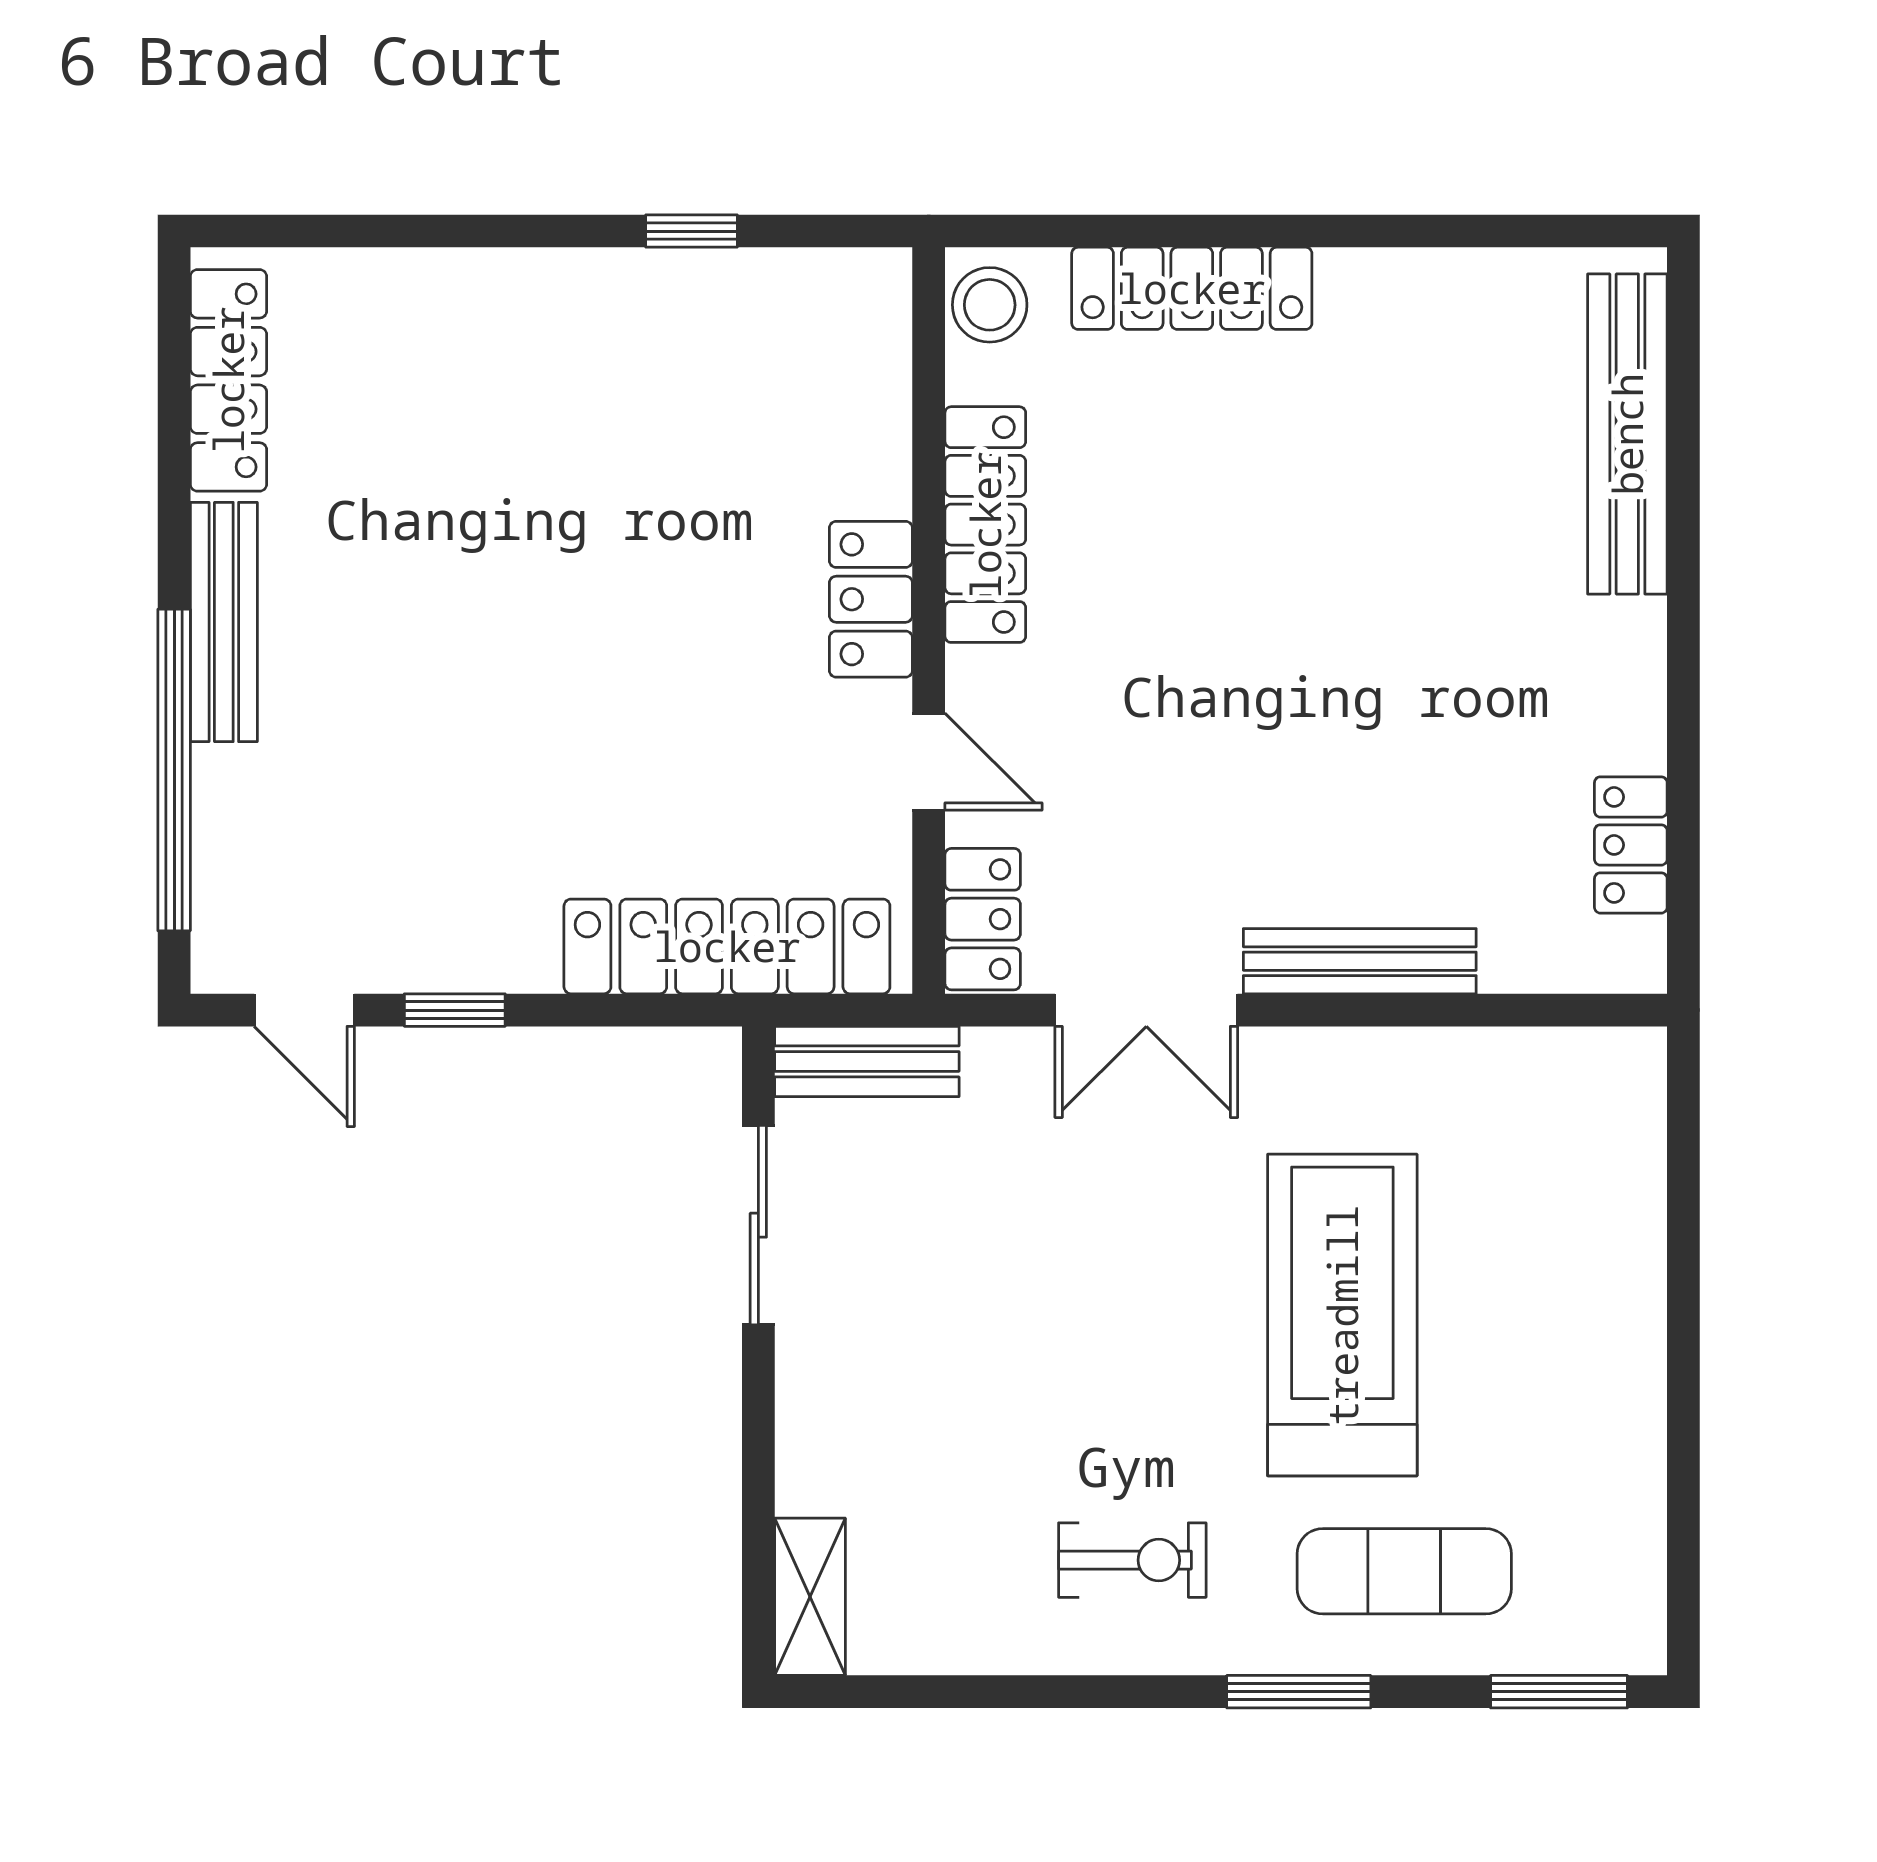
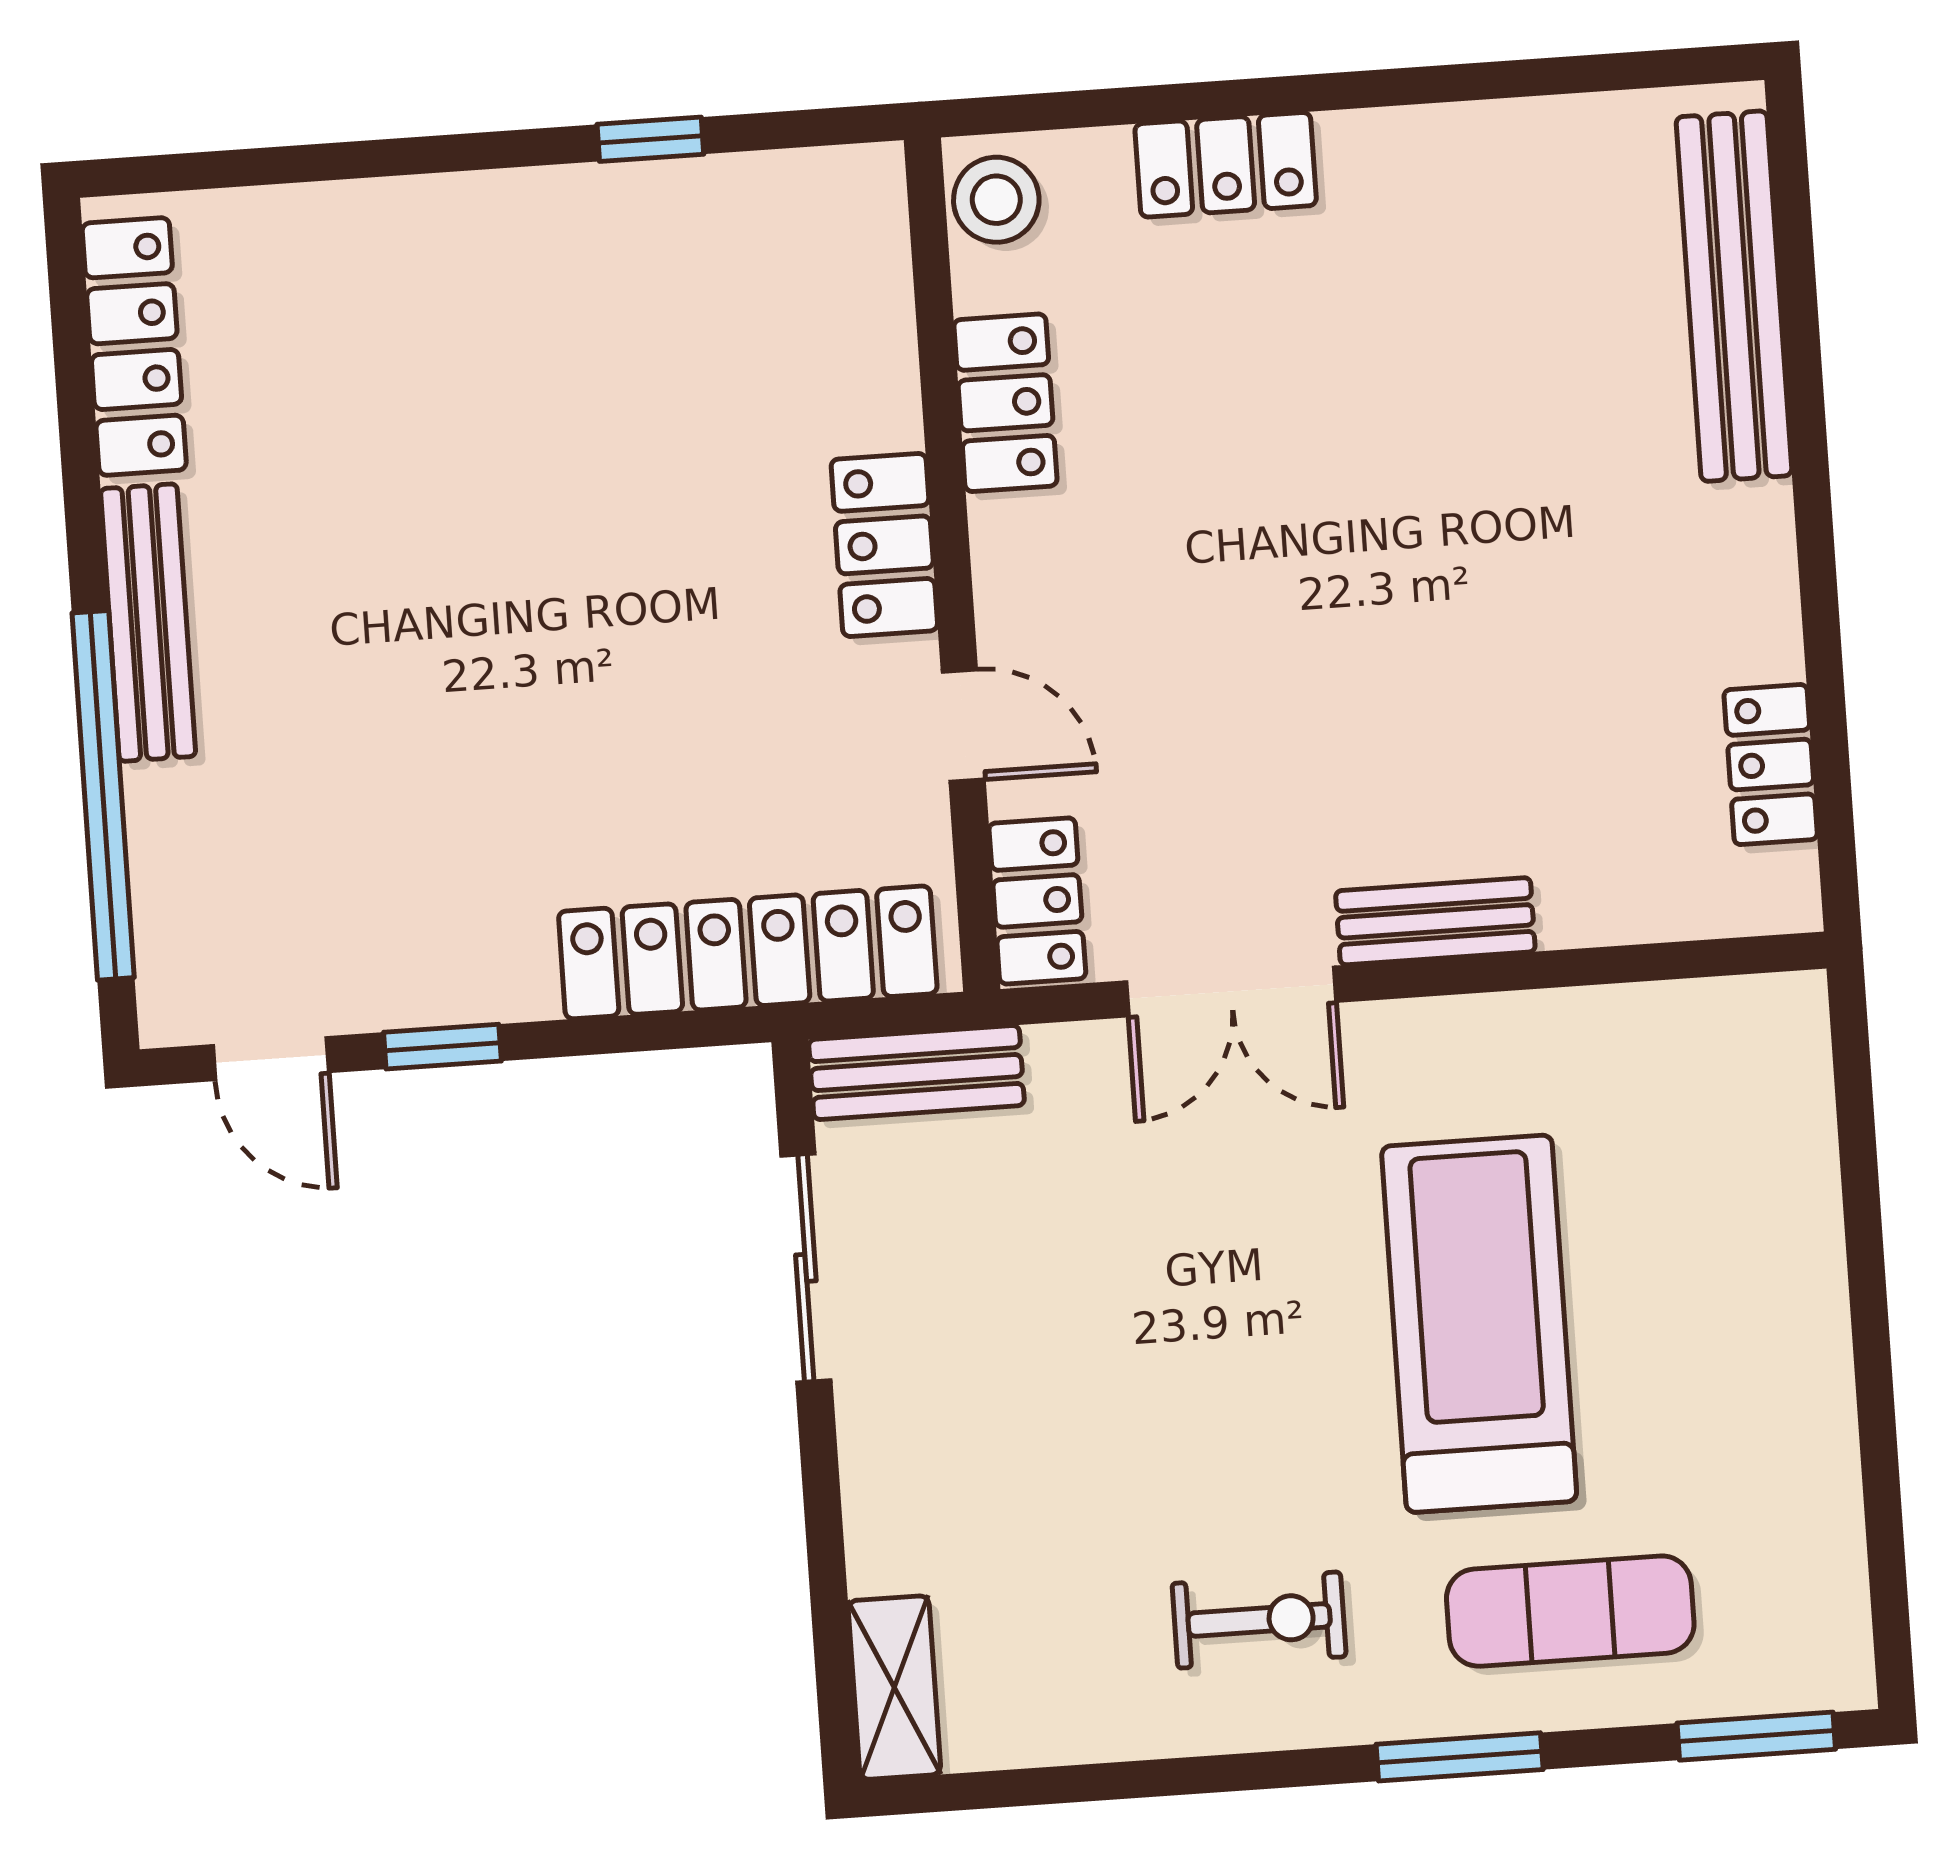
locker: (1192, 288) -> (1226, 165), width x0.66
locker: (985, 525) -> (1005, 403), width x0.66
bench: (1360, 961) -> (1435, 921), width x0.73

